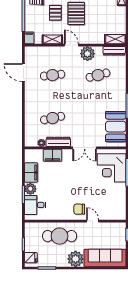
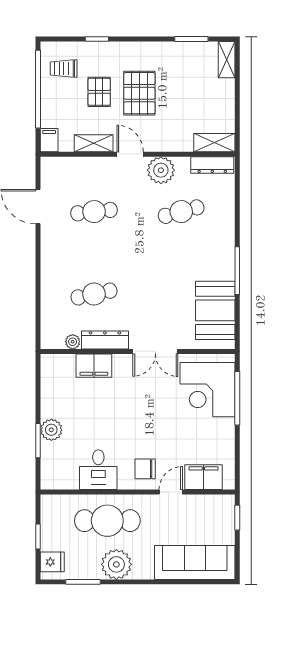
filing cabinet: (31, 173) -> (203, 477), moved, turned -90
desk: (35, 205) -> (98, 470), moved, turned -90
door: (93, 221) -> (171, 492), hinge flipped
plant: (76, 259) -> (116, 564), moved

